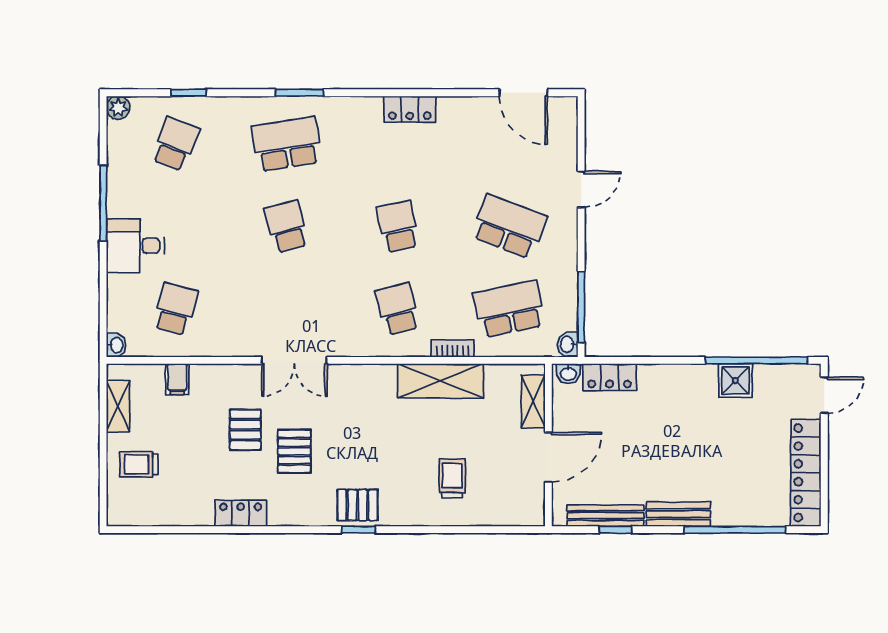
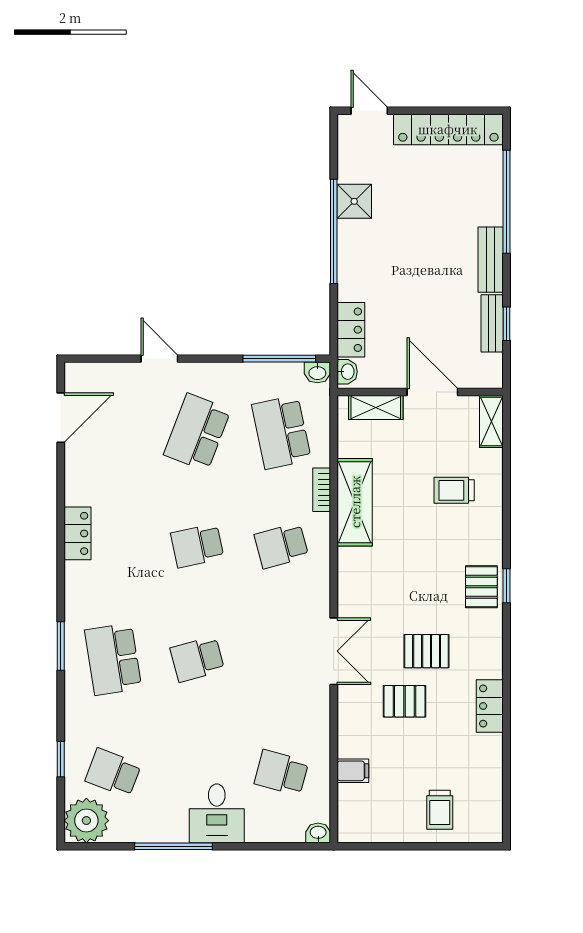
plant: (118, 108) -> (86, 821), width x1.88, depth x1.88
window: (756, 360) -> (334, 231), moved
shelving: (118, 406) -> (491, 421), moved, turned 90
bench: (605, 516) -> (492, 323), width x0.73

